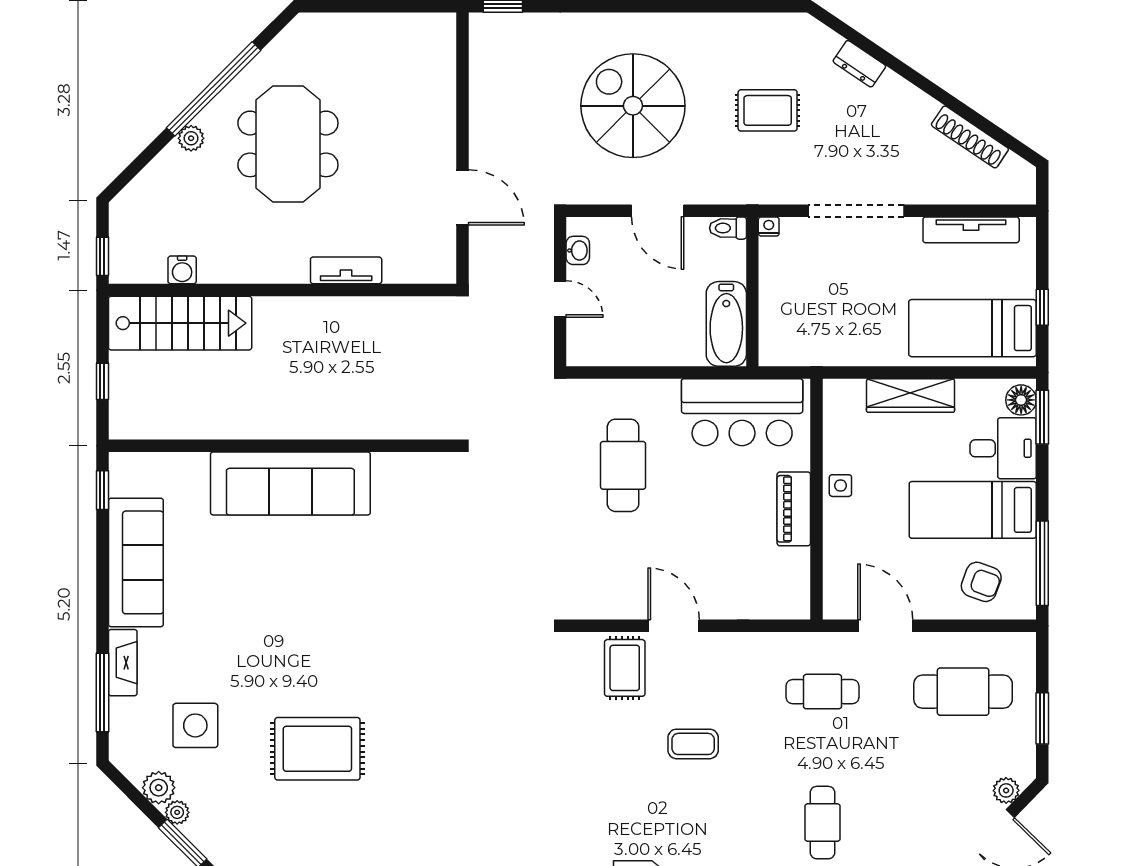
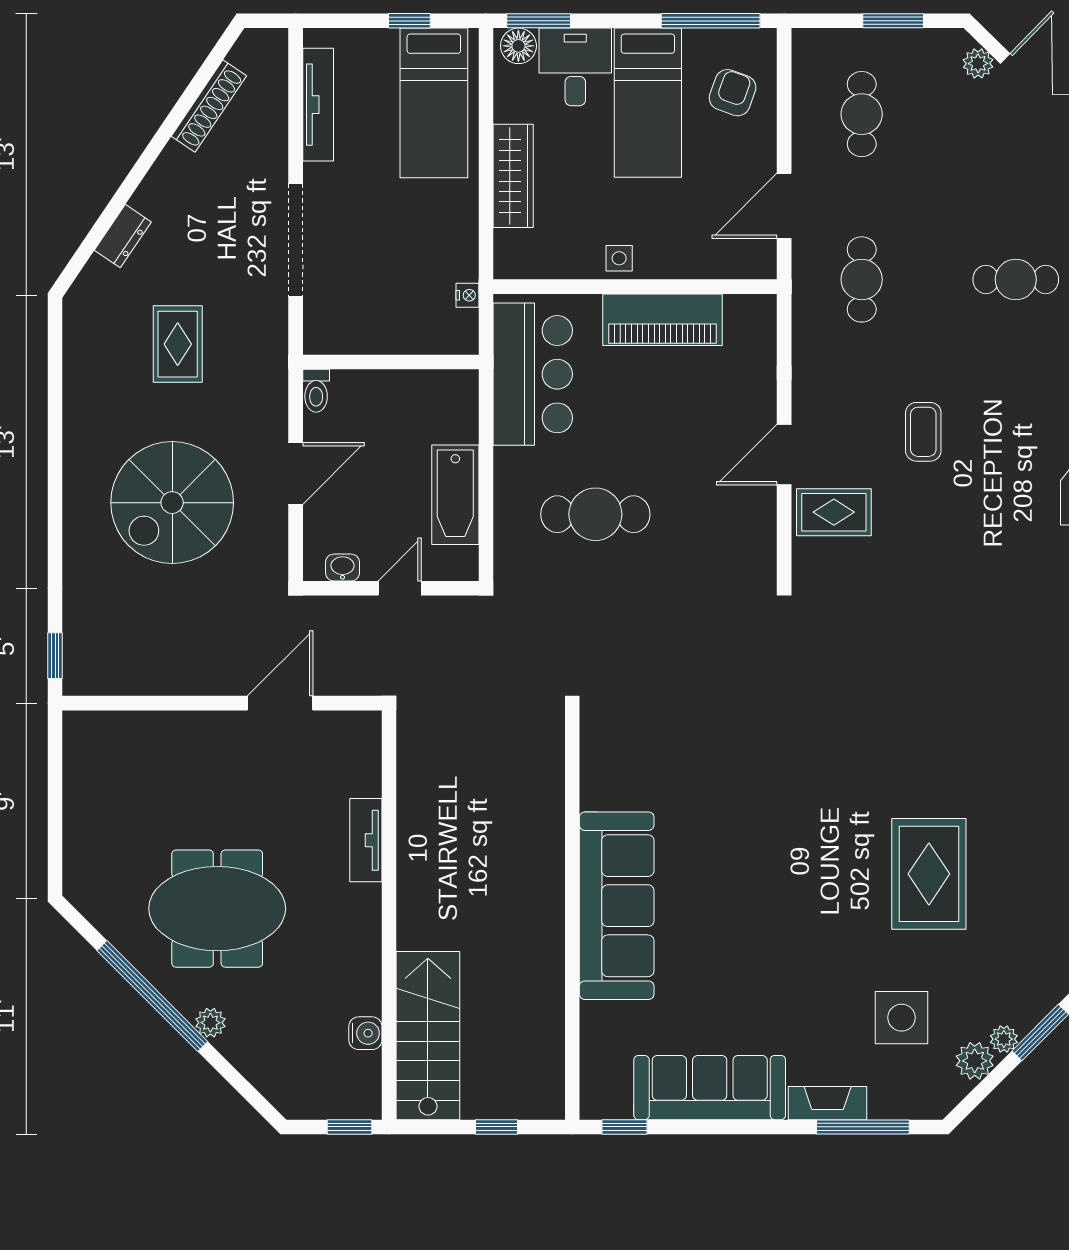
nightstand: (769, 226) -> (467, 295), moved, turned 180
bathtub: (726, 324) -> (455, 495), moved, turned 90
piano: (794, 509) -> (663, 320), width x1.37, depth x1.33
cafe table: (963, 692) -> (862, 114), width x0.73, depth x0.74

